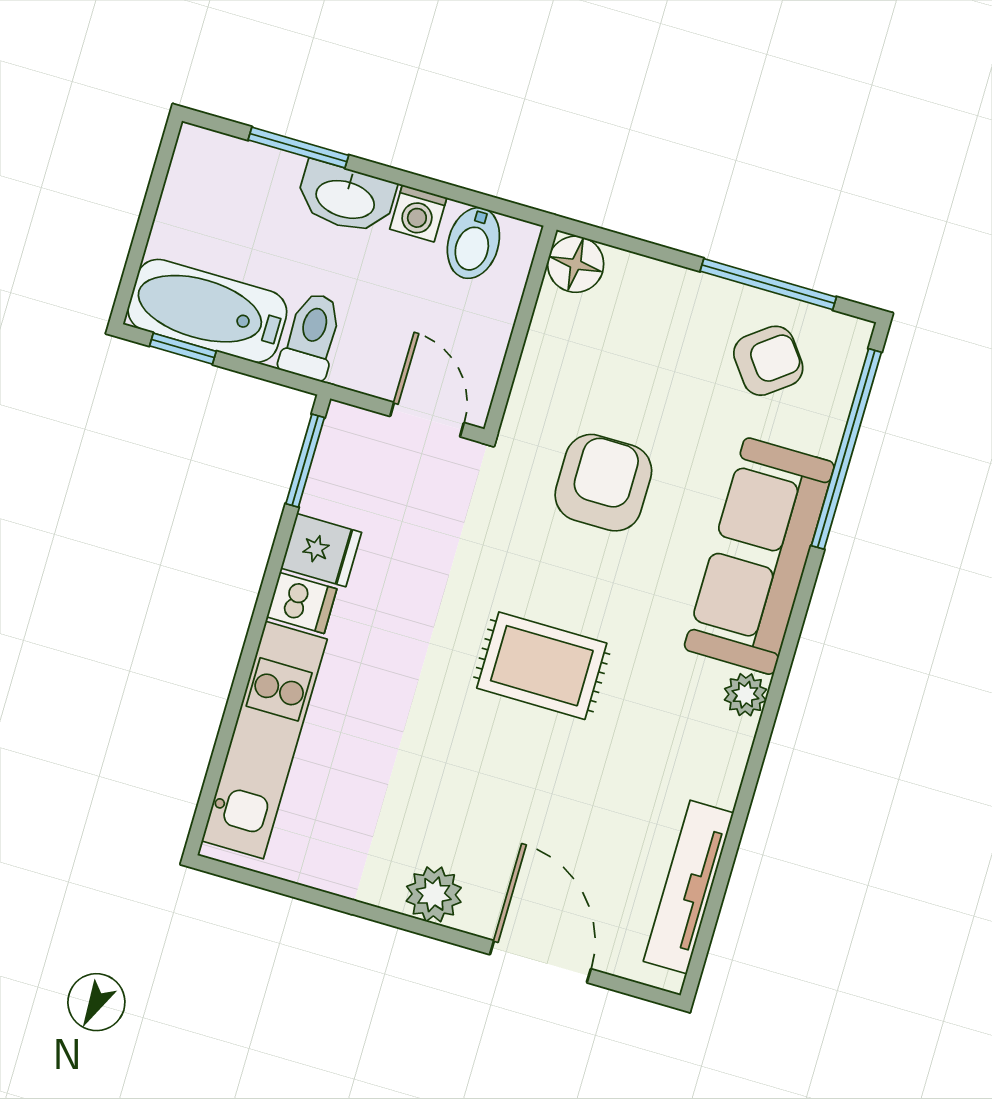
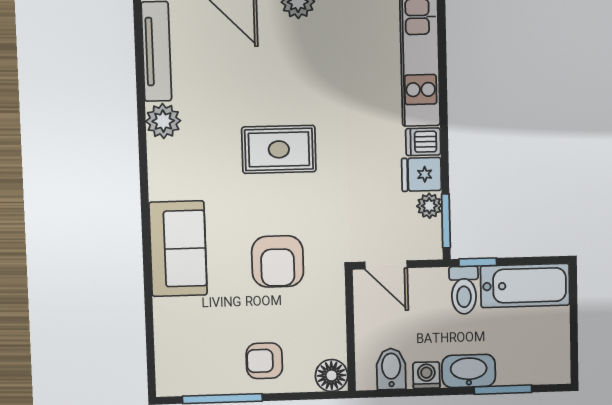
window: (183, 349) -> (478, 262), moved
armchair: (768, 361) -> (264, 361), moved, turned 37
window: (846, 449) -> (149, 323), removed
plant: (325, 494) -> (429, 206), added
sofa: (759, 556) -> (178, 249), width x0.73
plant: (745, 695) -> (163, 121), moved, width x1.38, depth x1.38

